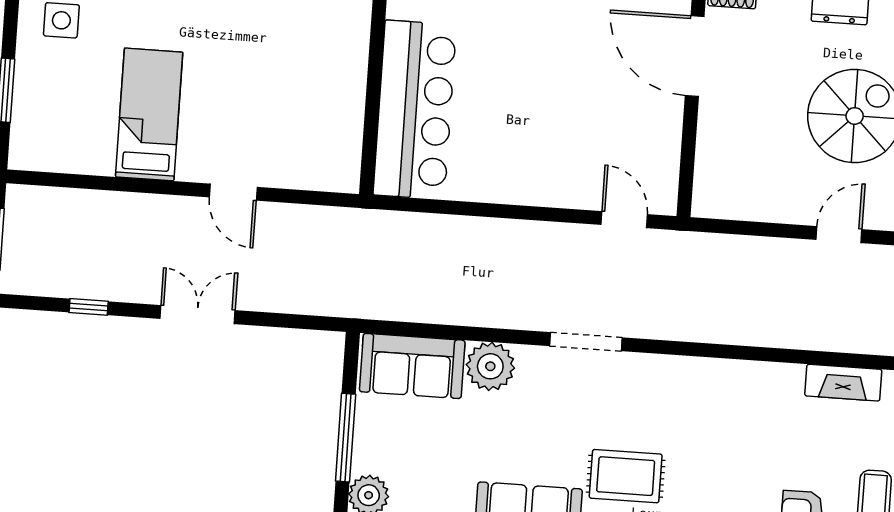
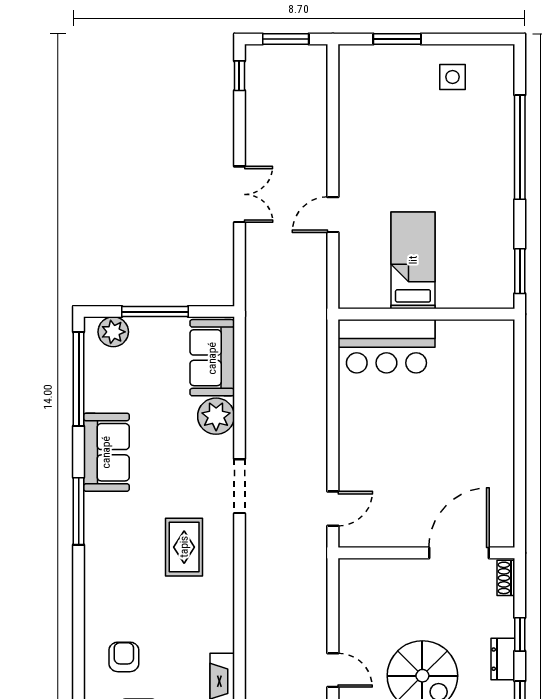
bar counter: (415, 110) -> (386, 346), width x0.73
bed: (149, 115) -> (413, 260), moved, turned -90
window: (89, 307) -> (239, 76), moved
rug: (626, 476) -> (184, 547), moved

